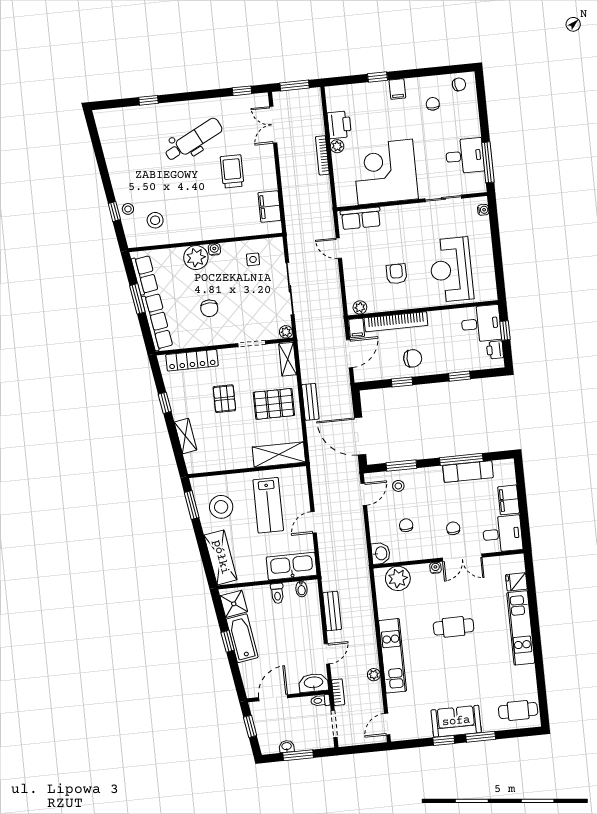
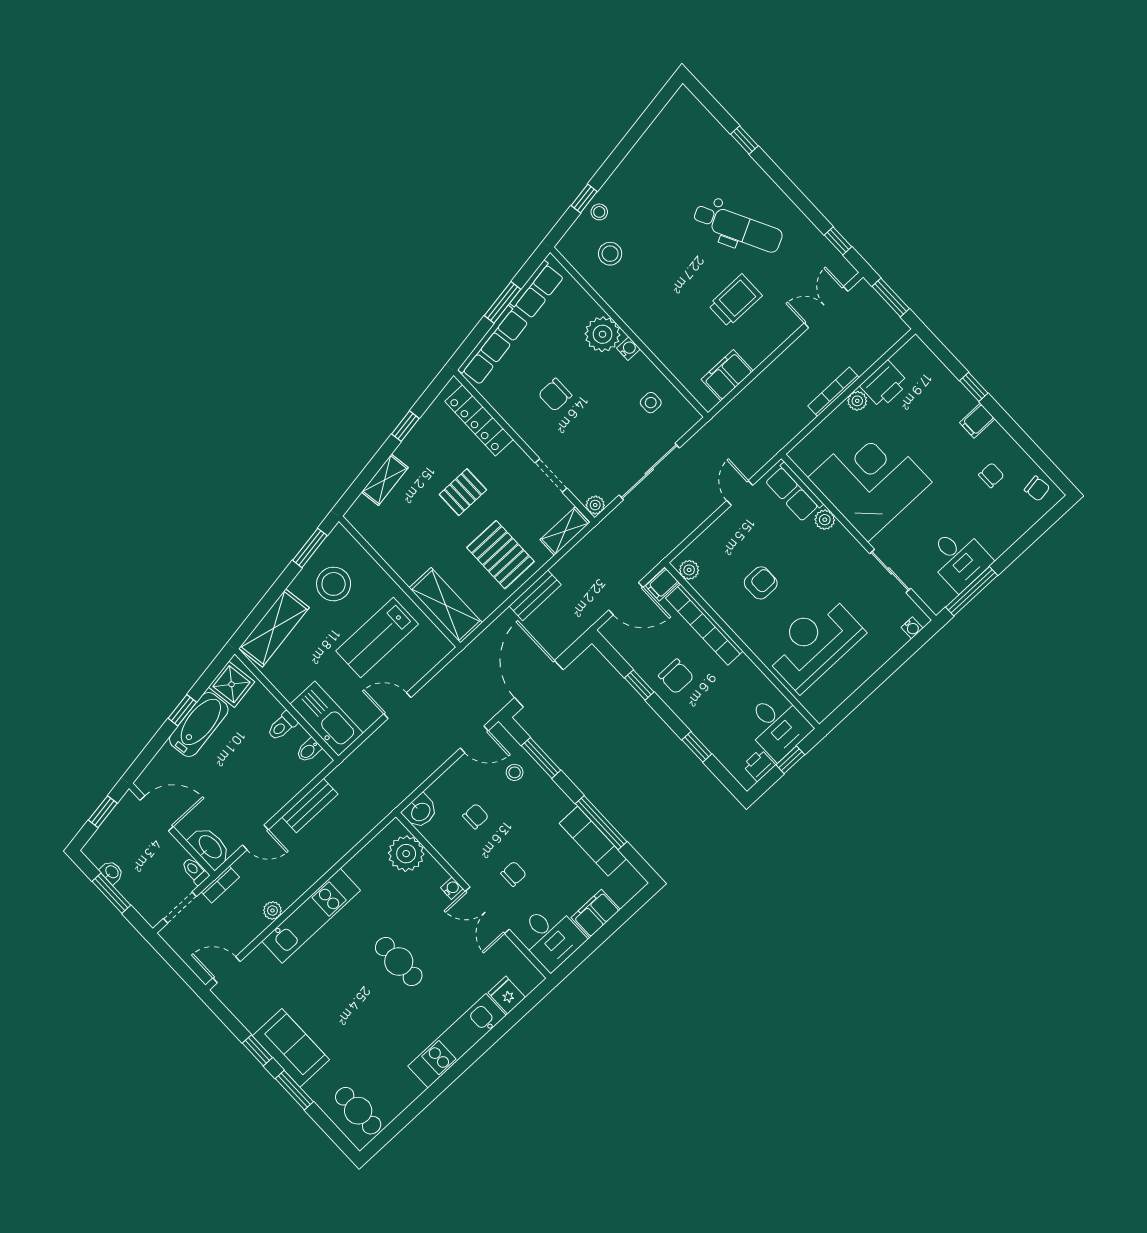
plant: (388, 213) -> (825, 520), added

